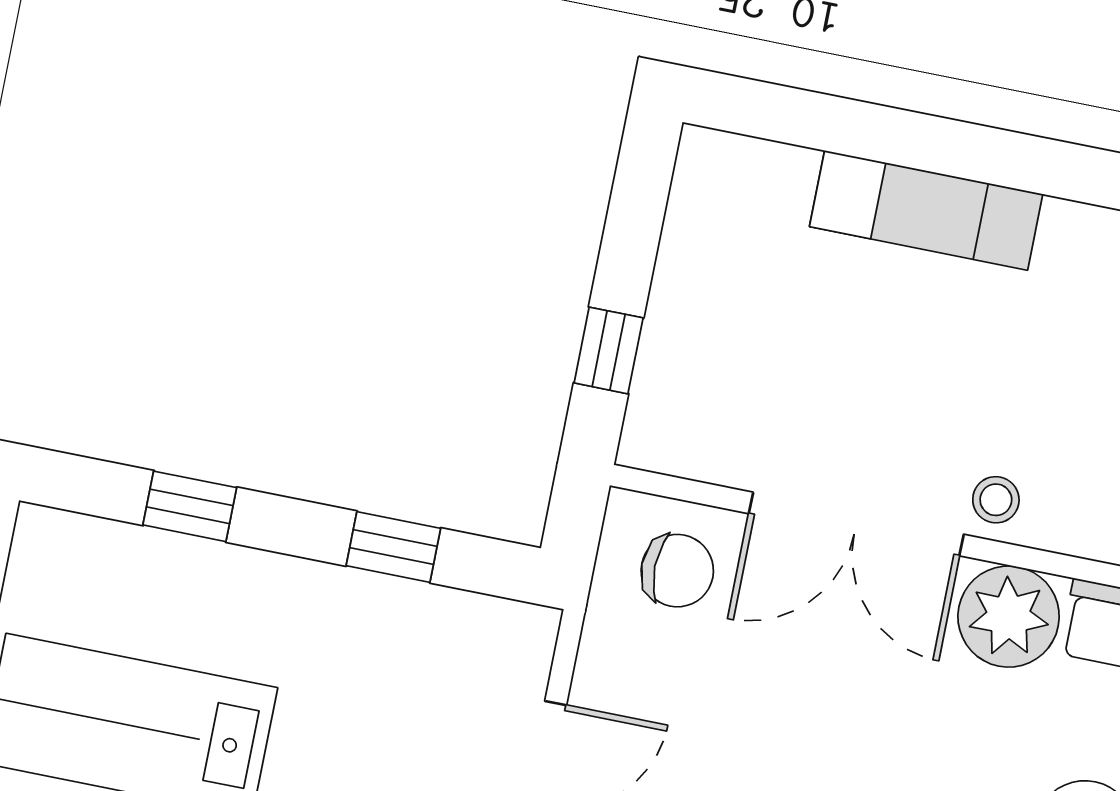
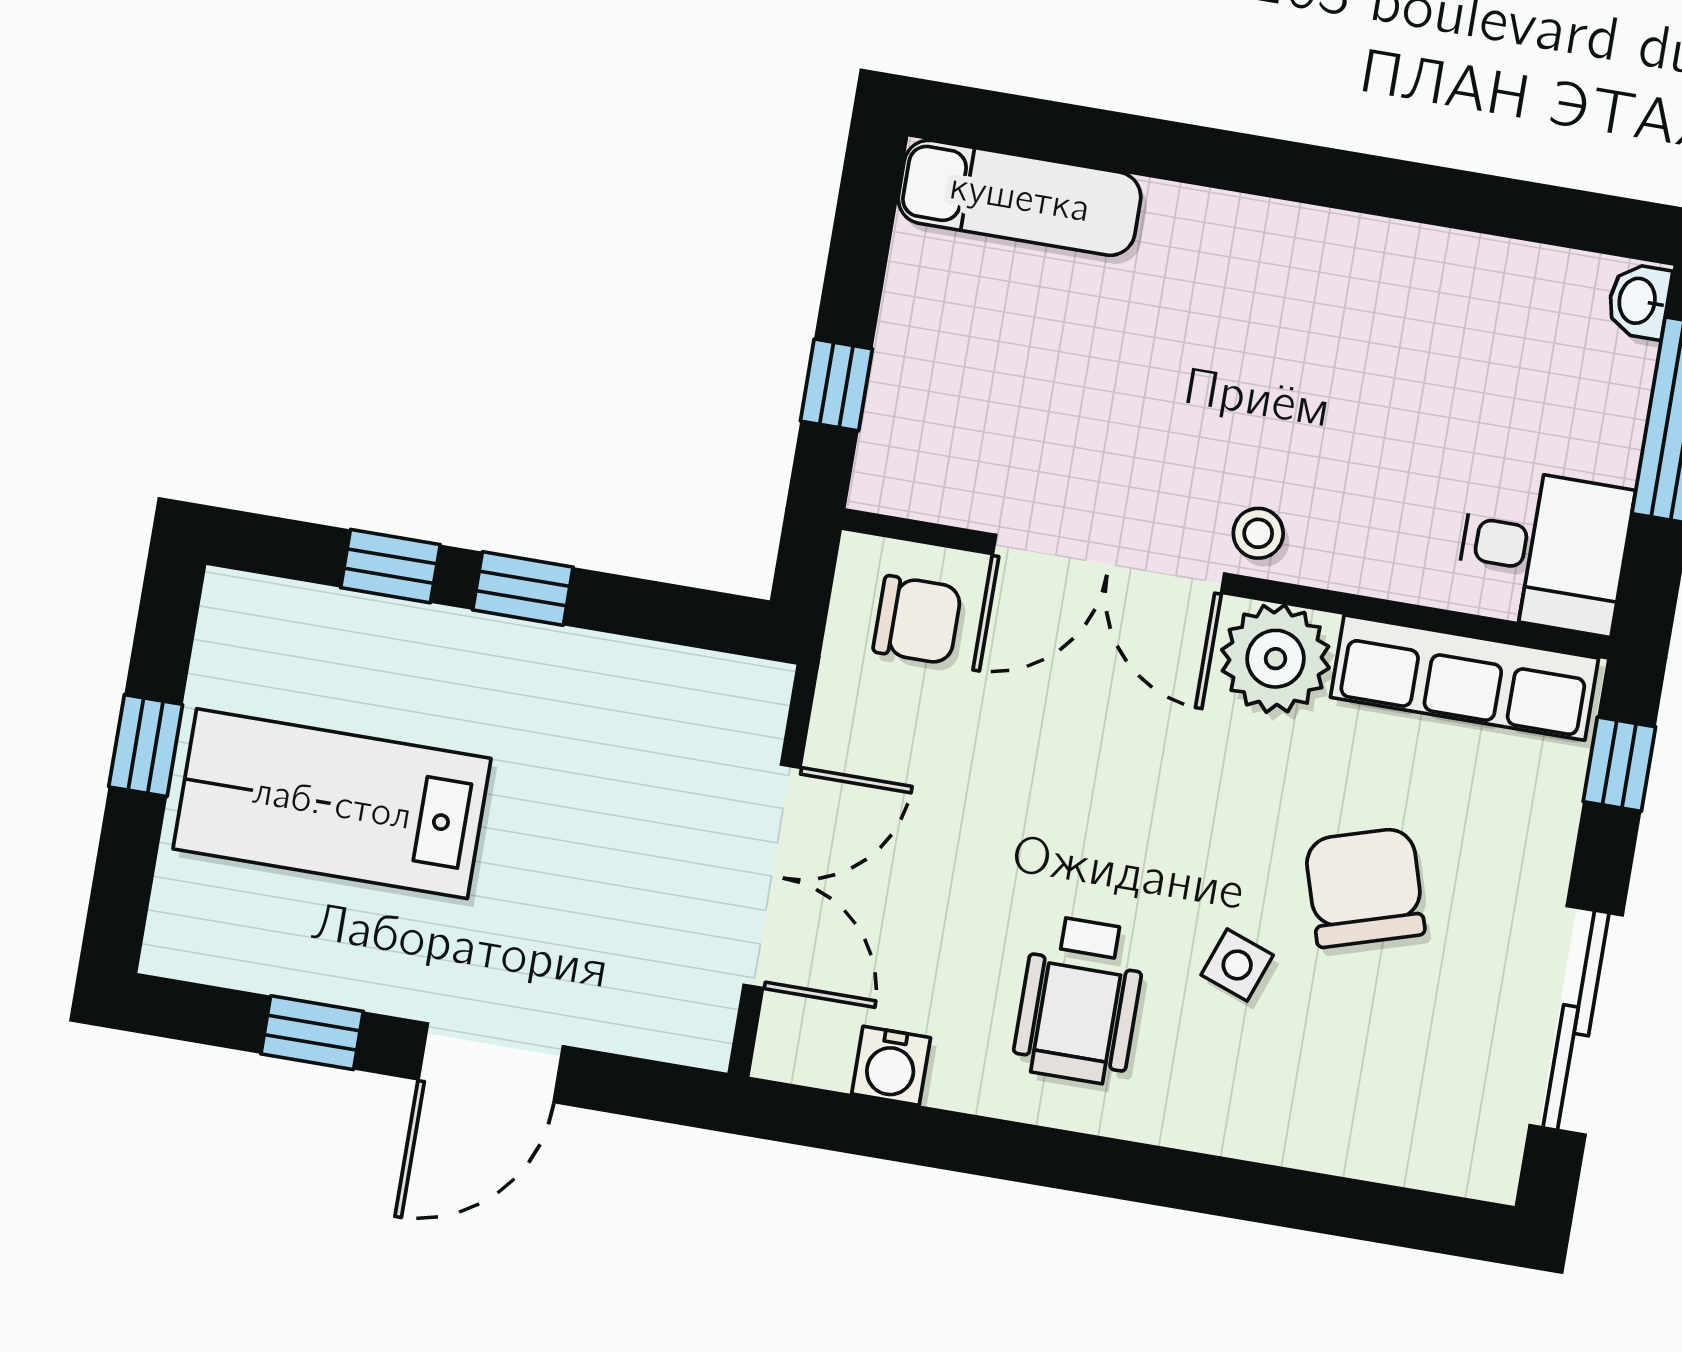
exam couch: (926, 210) -> (1020, 198), moved
window: (393, 547) -> (523, 588), moved

